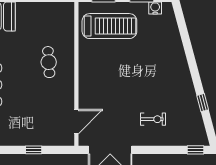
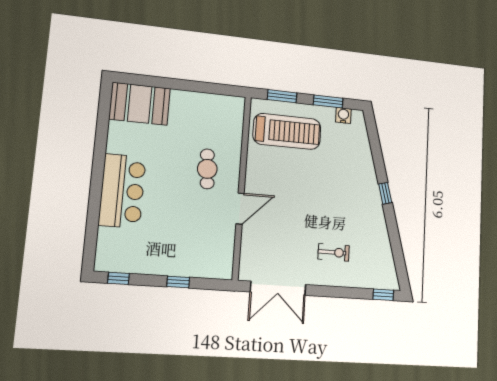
window: (203, 103) -> (385, 193), moved
door: (76, 122) -> (240, 209), moved

